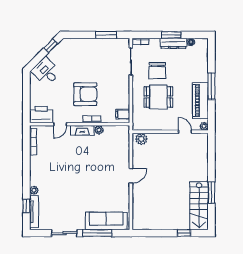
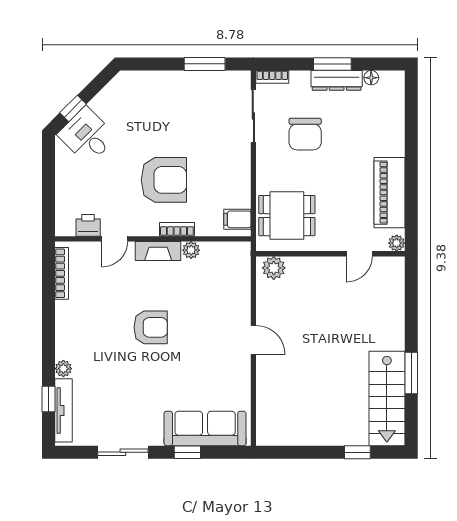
window: (51, 46) -> (73, 108), moved
window: (211, 86) -> (411, 164), removed
dining table: (158, 97) -> (287, 216), moved
printer: (41, 115) -> (88, 225), width x0.53, depth x0.68
door: (185, 132) -> (359, 254), swing flipped
armchair: (78, 169) -> (151, 327), added
door: (131, 176) -> (253, 340), hinge flipped
window: (97, 233) -> (187, 452), width x0.46

